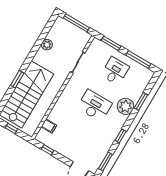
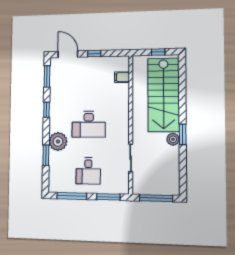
plant: (47, 45) -> (173, 139), moved
window: (17, 79) -> (183, 134), moved
window: (47, 150) -> (94, 54), moved

